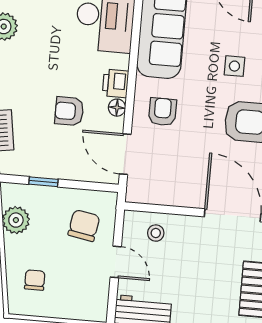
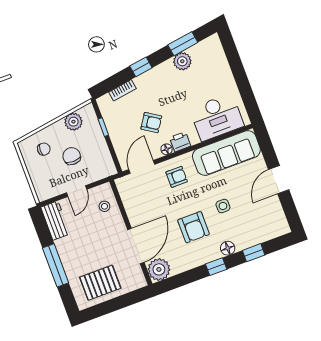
armchair: (69, 111) -> (151, 123), turned 123
chair: (84, 226) -> (72, 156), moved, turned -100

